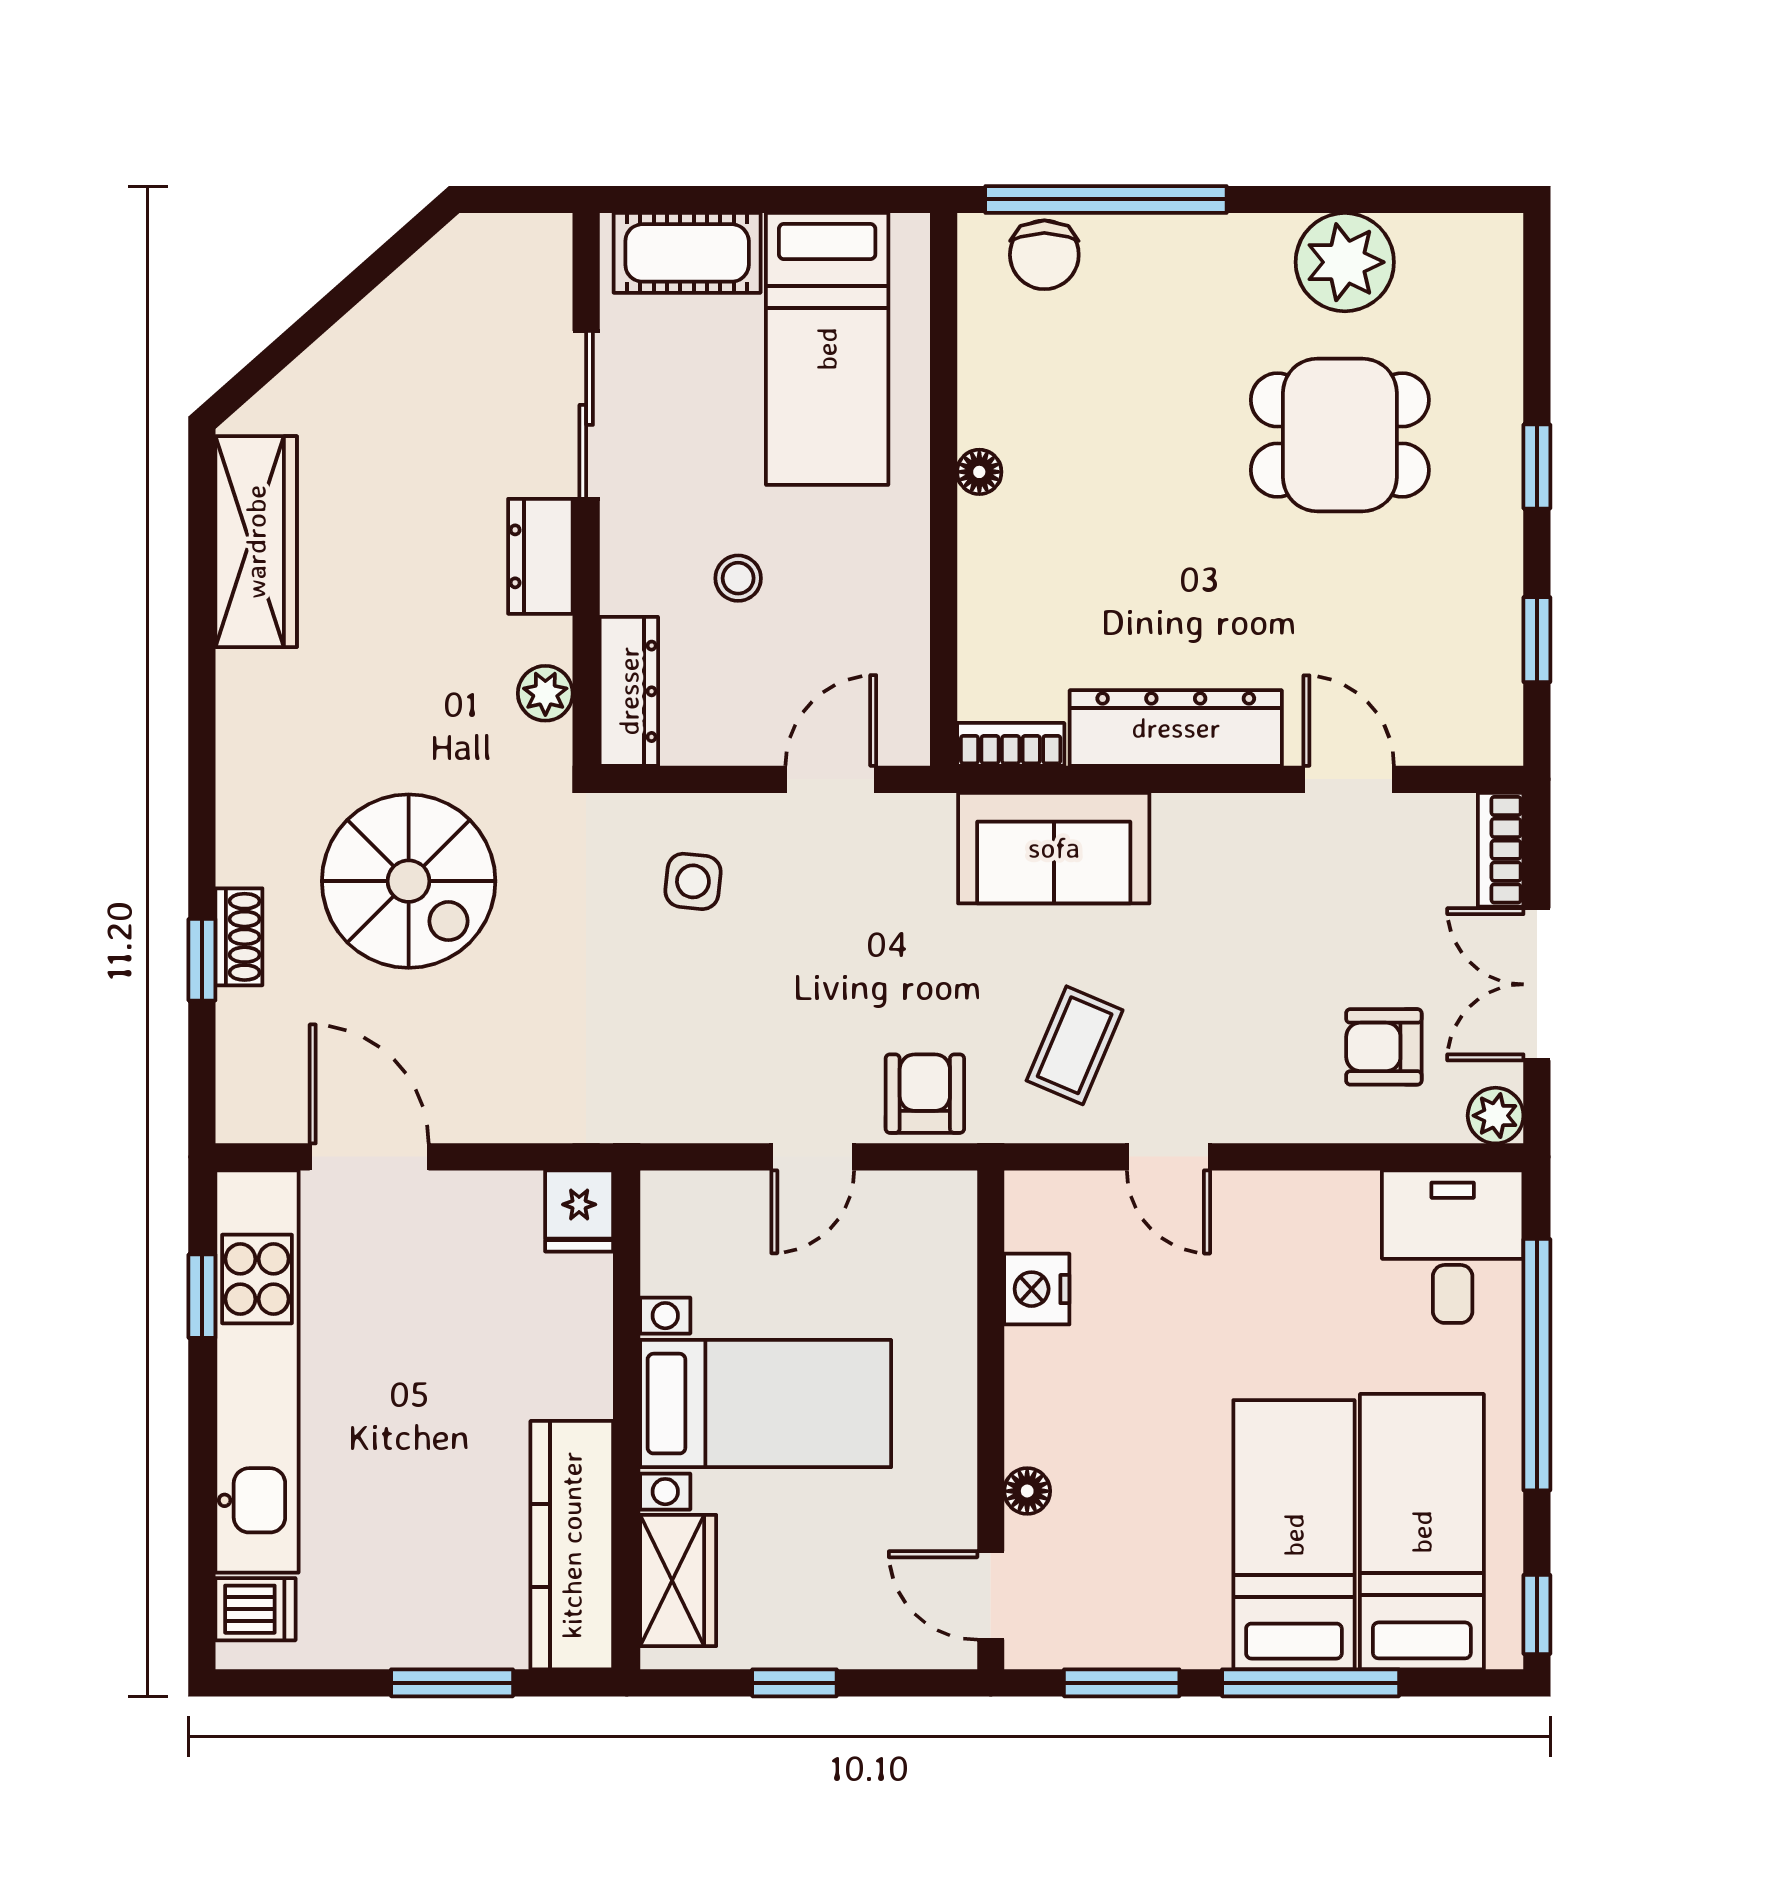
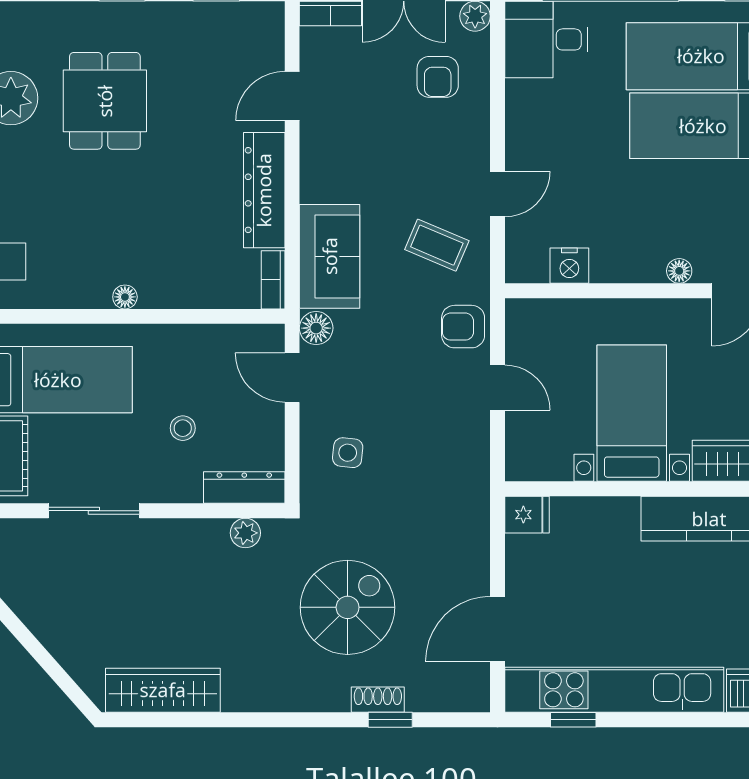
dresser: (540, 556) -> (171, 536), removed
floor lamp: (922, 823) -> (316, 328), added

